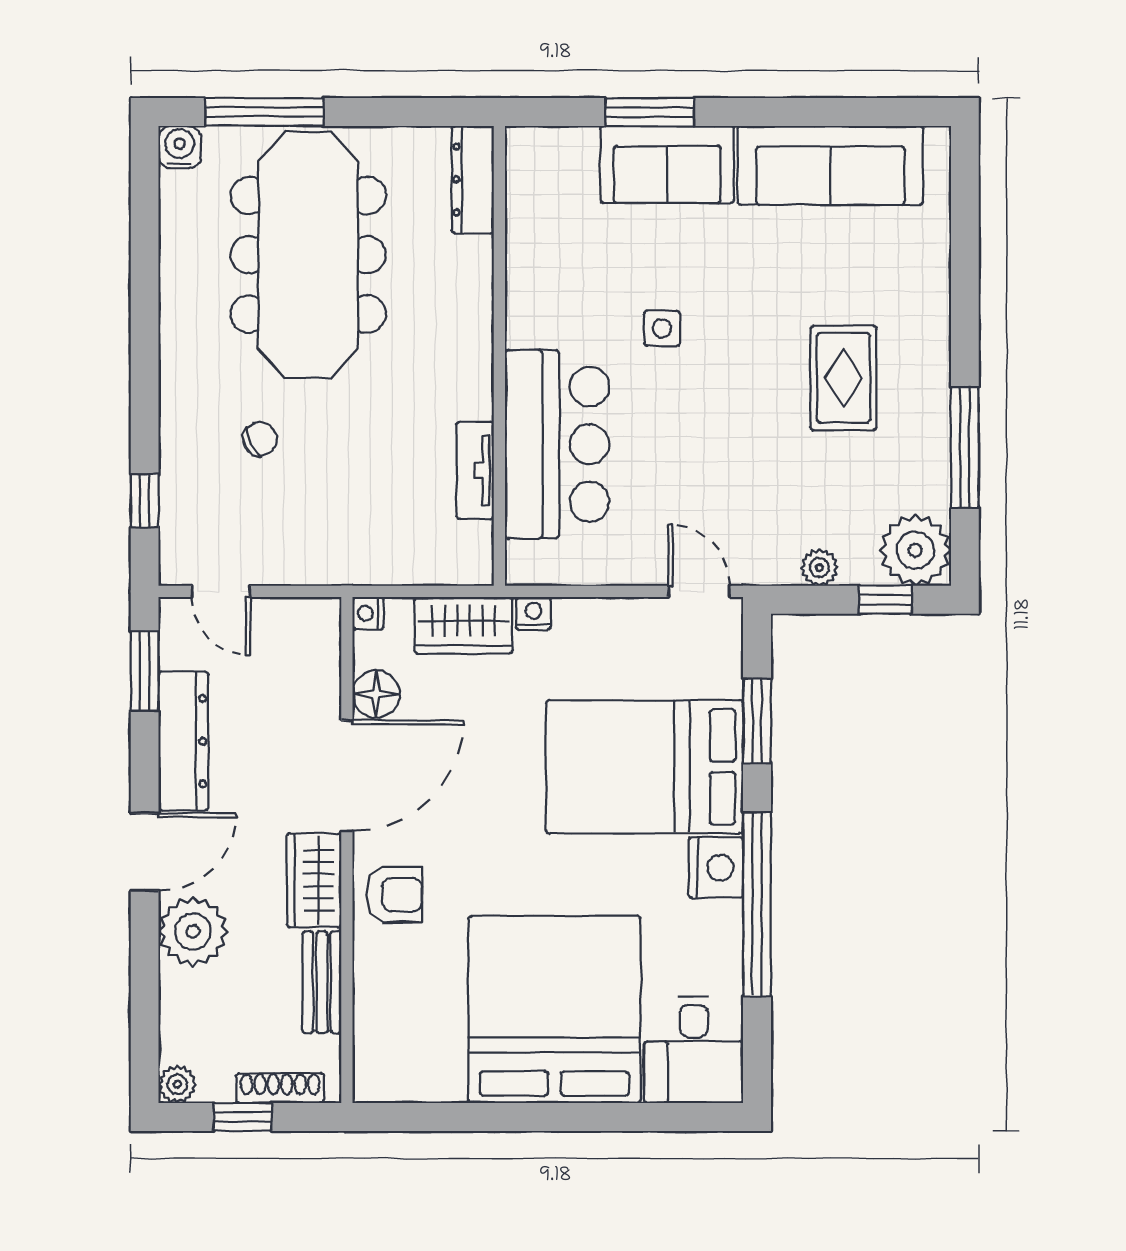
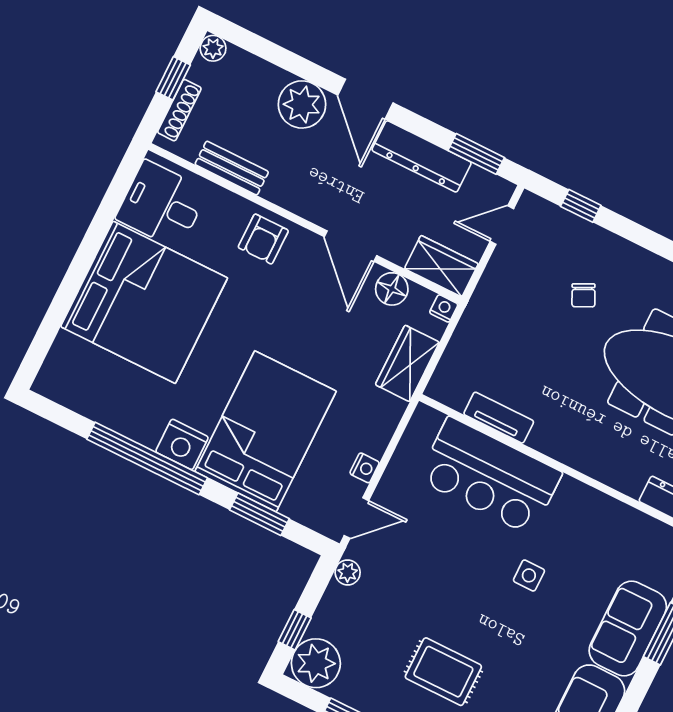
plant: (819, 568) -> (348, 572), moved
nightstand: (533, 613) -> (365, 468), moved
door: (347, 776) -> (351, 246), width x0.73
wardrobe: (314, 880) -> (441, 266), moved
desk: (694, 1050) -> (162, 205), moved

